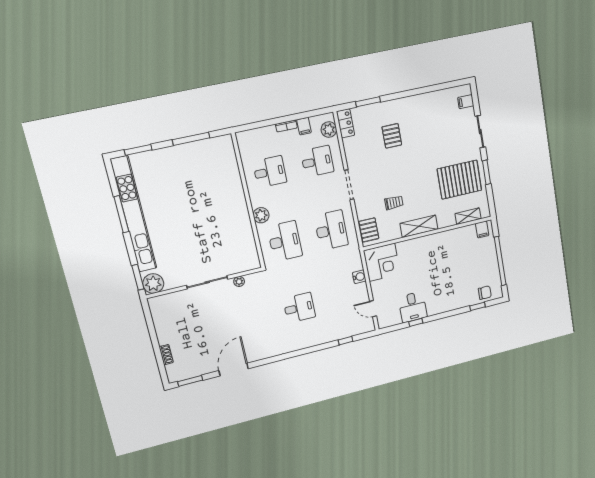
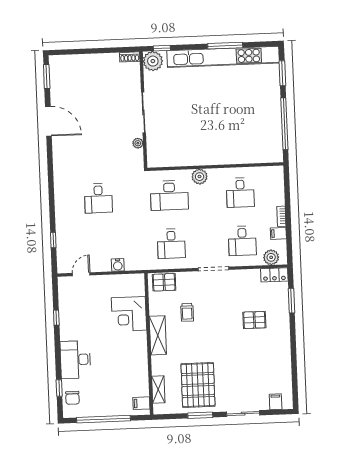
window: (191, 139) -> (284, 124), width x1.46
desk: (331, 230) -> (171, 244), width x0.73
corner desk: (382, 262) -> (129, 314), moved
window: (138, 277) -> (162, 48), width x0.67
desk: (413, 307) -> (75, 360), moved, width x1.37
shoe rack: (166, 355) -> (130, 57), moved

